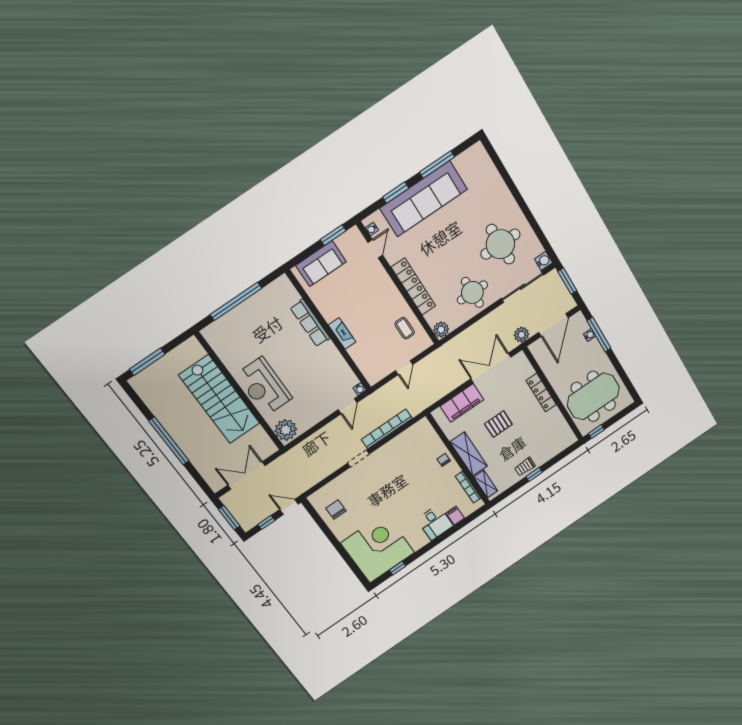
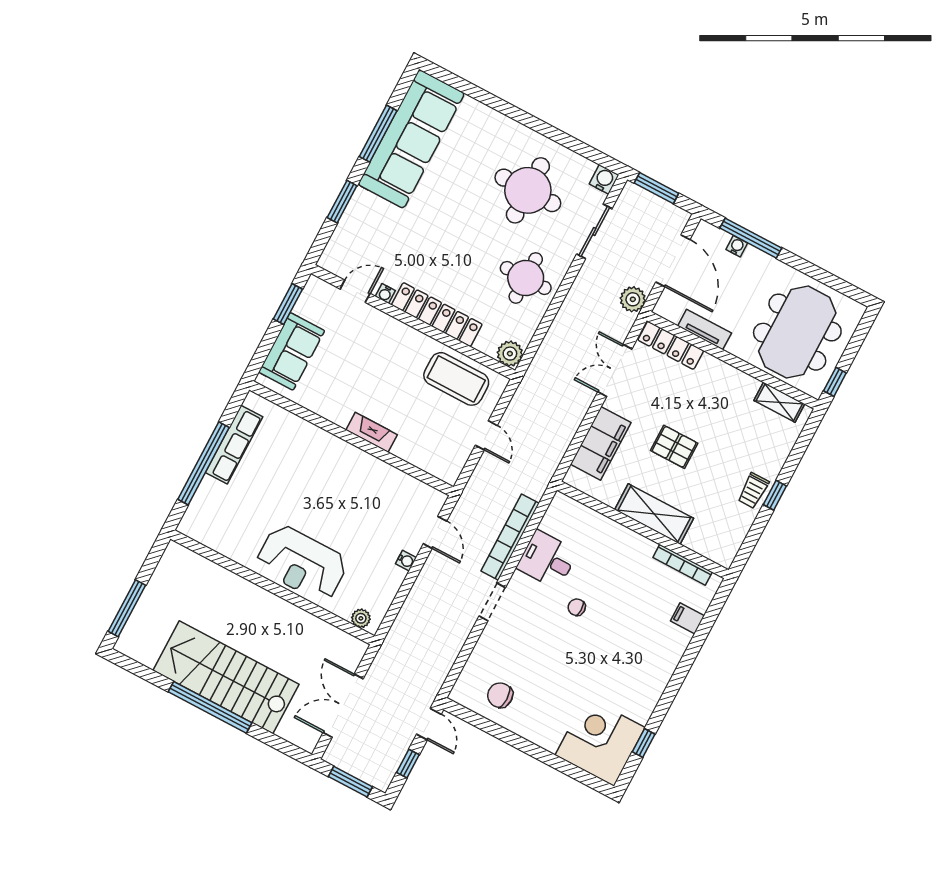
sofa: (424, 199) -> (411, 139), moved
water cooler: (372, 229) -> (385, 294), moved
door: (375, 249) -> (355, 291), hinge flipped
sliding door: (522, 287) -> (594, 231), width x0.73
row of seats: (310, 323) -> (234, 445), moved, turned -90
coffee table: (405, 328) -> (456, 379), width x1.86, depth x1.72
double door: (491, 368) -> (615, 370), width x0.73
tv unit: (549, 370) -> (705, 329), added
water cooler: (360, 389) -> (406, 561), moved
locker: (541, 393) -> (671, 345), moved
stairs: (219, 399) -> (226, 677), moved, turned 180
pallet: (498, 424) -> (674, 447), turned 90
plant: (286, 430) -> (361, 618), width x0.53, depth x0.53
chair: (444, 460) -> (577, 607), moved
shelving: (486, 484) -> (779, 402), moved
door: (289, 507) -> (429, 724), swing flipped
desk: (435, 523) -> (547, 560), moved, turned 180
corner desk: (378, 548) -> (600, 741), width x0.74, depth x0.74

